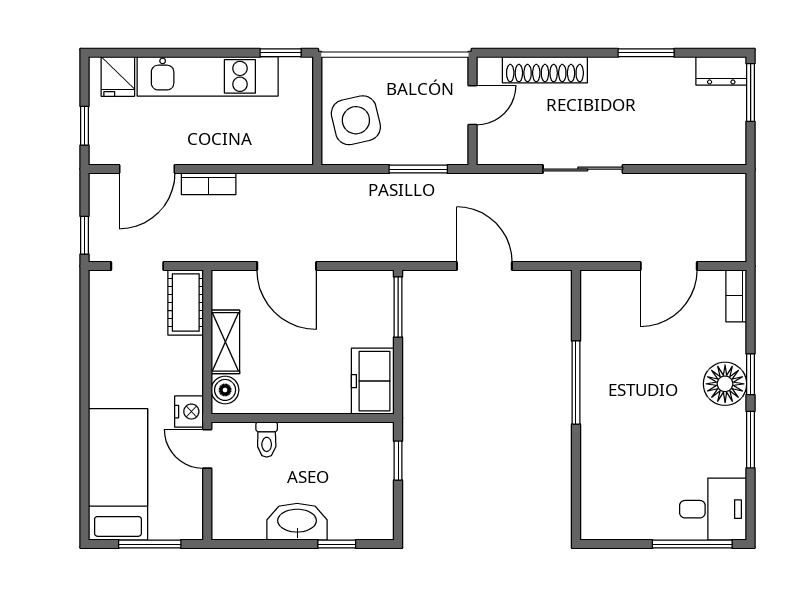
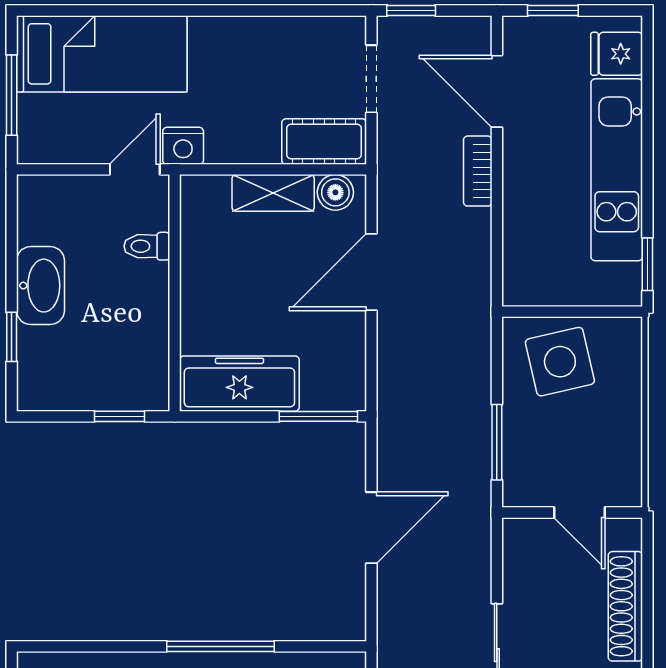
freezer: (373, 381) -> (239, 384), width x1.40
boiler: (225, 390) -> (335, 192), moved

